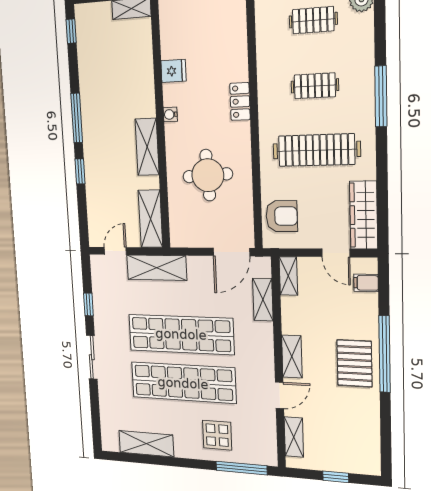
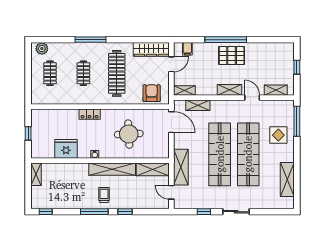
fridge: (173, 71) -> (66, 149), width x1.88, depth x1.34
trolley: (104, 134) -> (104, 195), added
shelving: (147, 147) -> (112, 169), width x1.47

